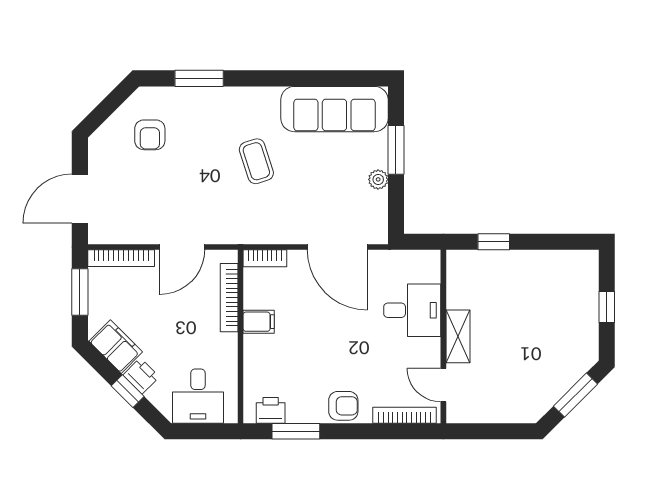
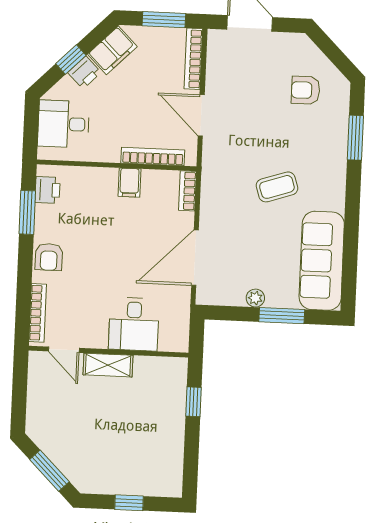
door: (443, 385) -> (64, 350), swing flipped

